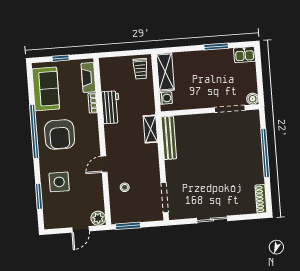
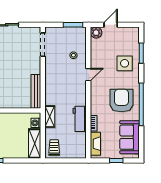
shelving: (150, 129) -> (50, 117), moved

